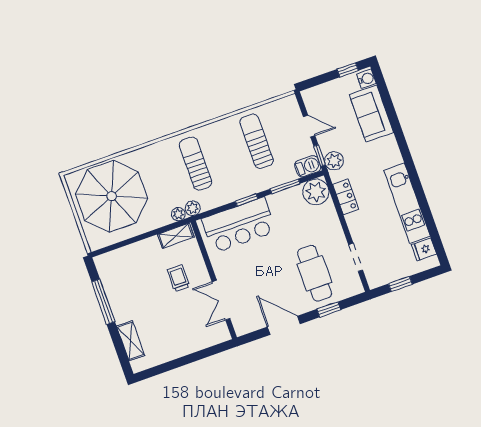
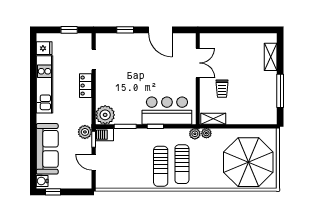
sofa: (371, 114) -> (47, 149), width x1.36
sun lounger: (257, 141) -> (161, 166), moved
locker: (346, 197) -> (86, 86), moved
cafe table: (315, 273) -> (126, 59), removed

